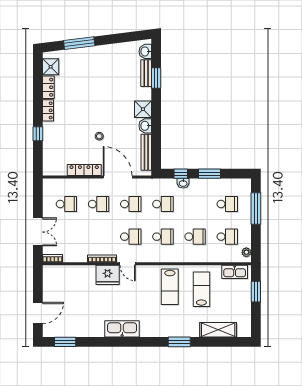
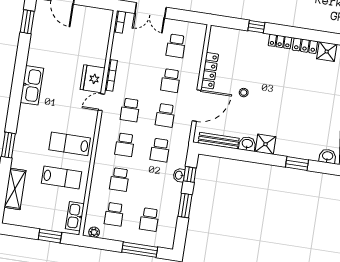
bench: (146, 73) -> (304, 154), removed

